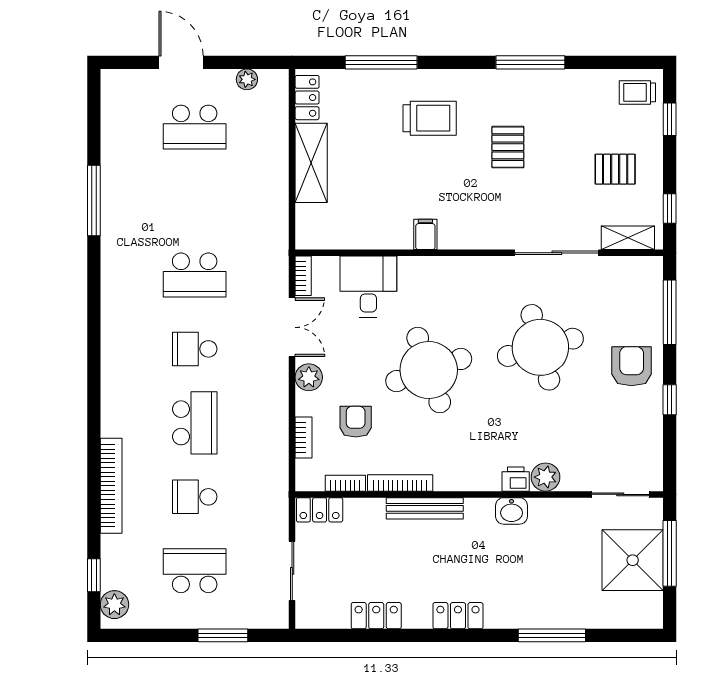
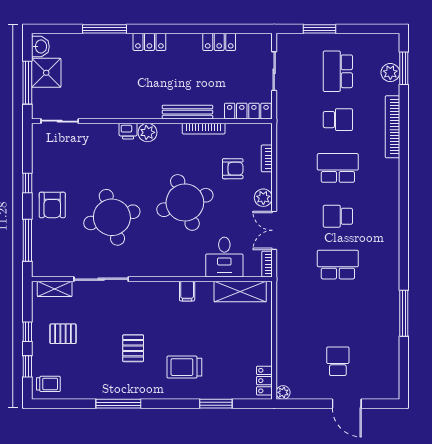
window: (381, 62) -> (216, 404), width x0.69
plant: (247, 79) -> (283, 392), moved
school desk: (195, 127) -> (338, 361), width x0.54
shelving: (311, 163) -> (240, 292), moved, turned 90
window: (670, 209) -> (27, 332), moved
school desk: (195, 349) -> (338, 216), turned 180
armchair: (356, 422) -> (233, 169), turned -90
school desk: (195, 423) -> (338, 168), turned 90
plant: (545, 477) -> (147, 132), moved
bookcase: (345, 483) -> (239, 128), removed
locker: (320, 510) -> (248, 111), width x1.53
washbasin: (512, 511) -> (40, 47), moved, turned 90
shower: (633, 560) -> (46, 73), width x0.73, depth x0.73
school desk: (195, 571) -> (338, 71), turned 90
window: (94, 575) -> (404, 68), width x1.50
plant: (114, 605) -> (390, 73), moved
locker: (458, 616) -> (149, 42), moved

